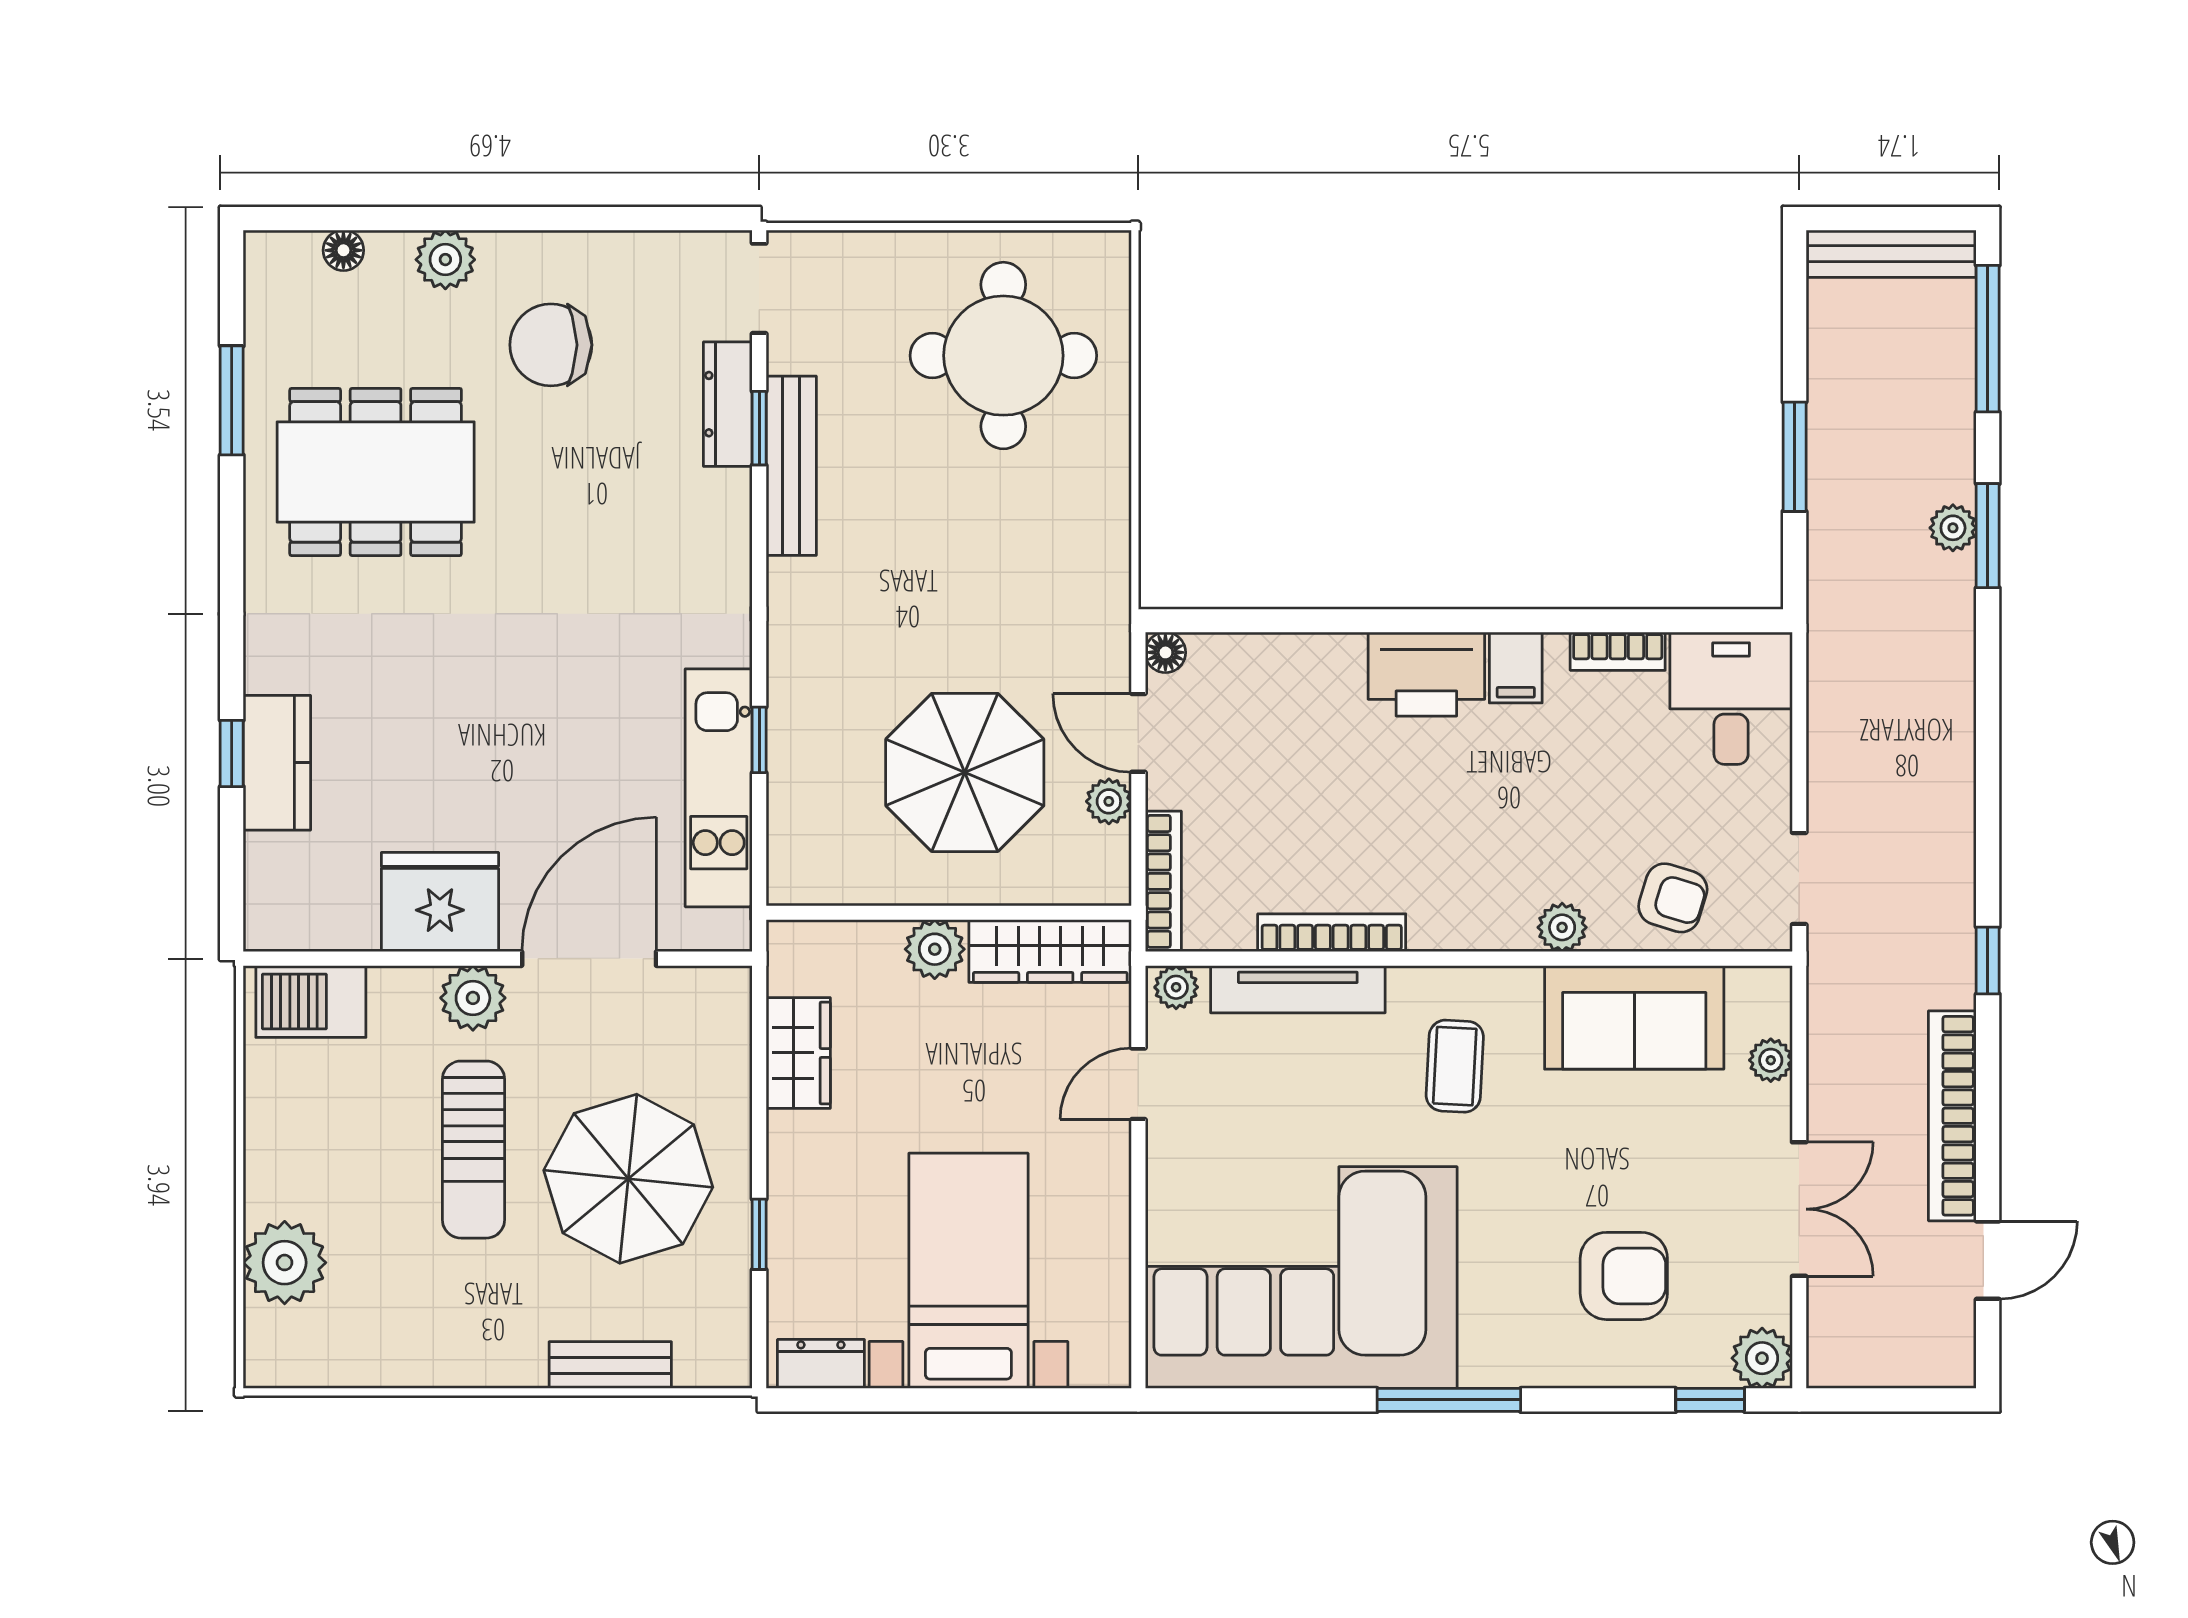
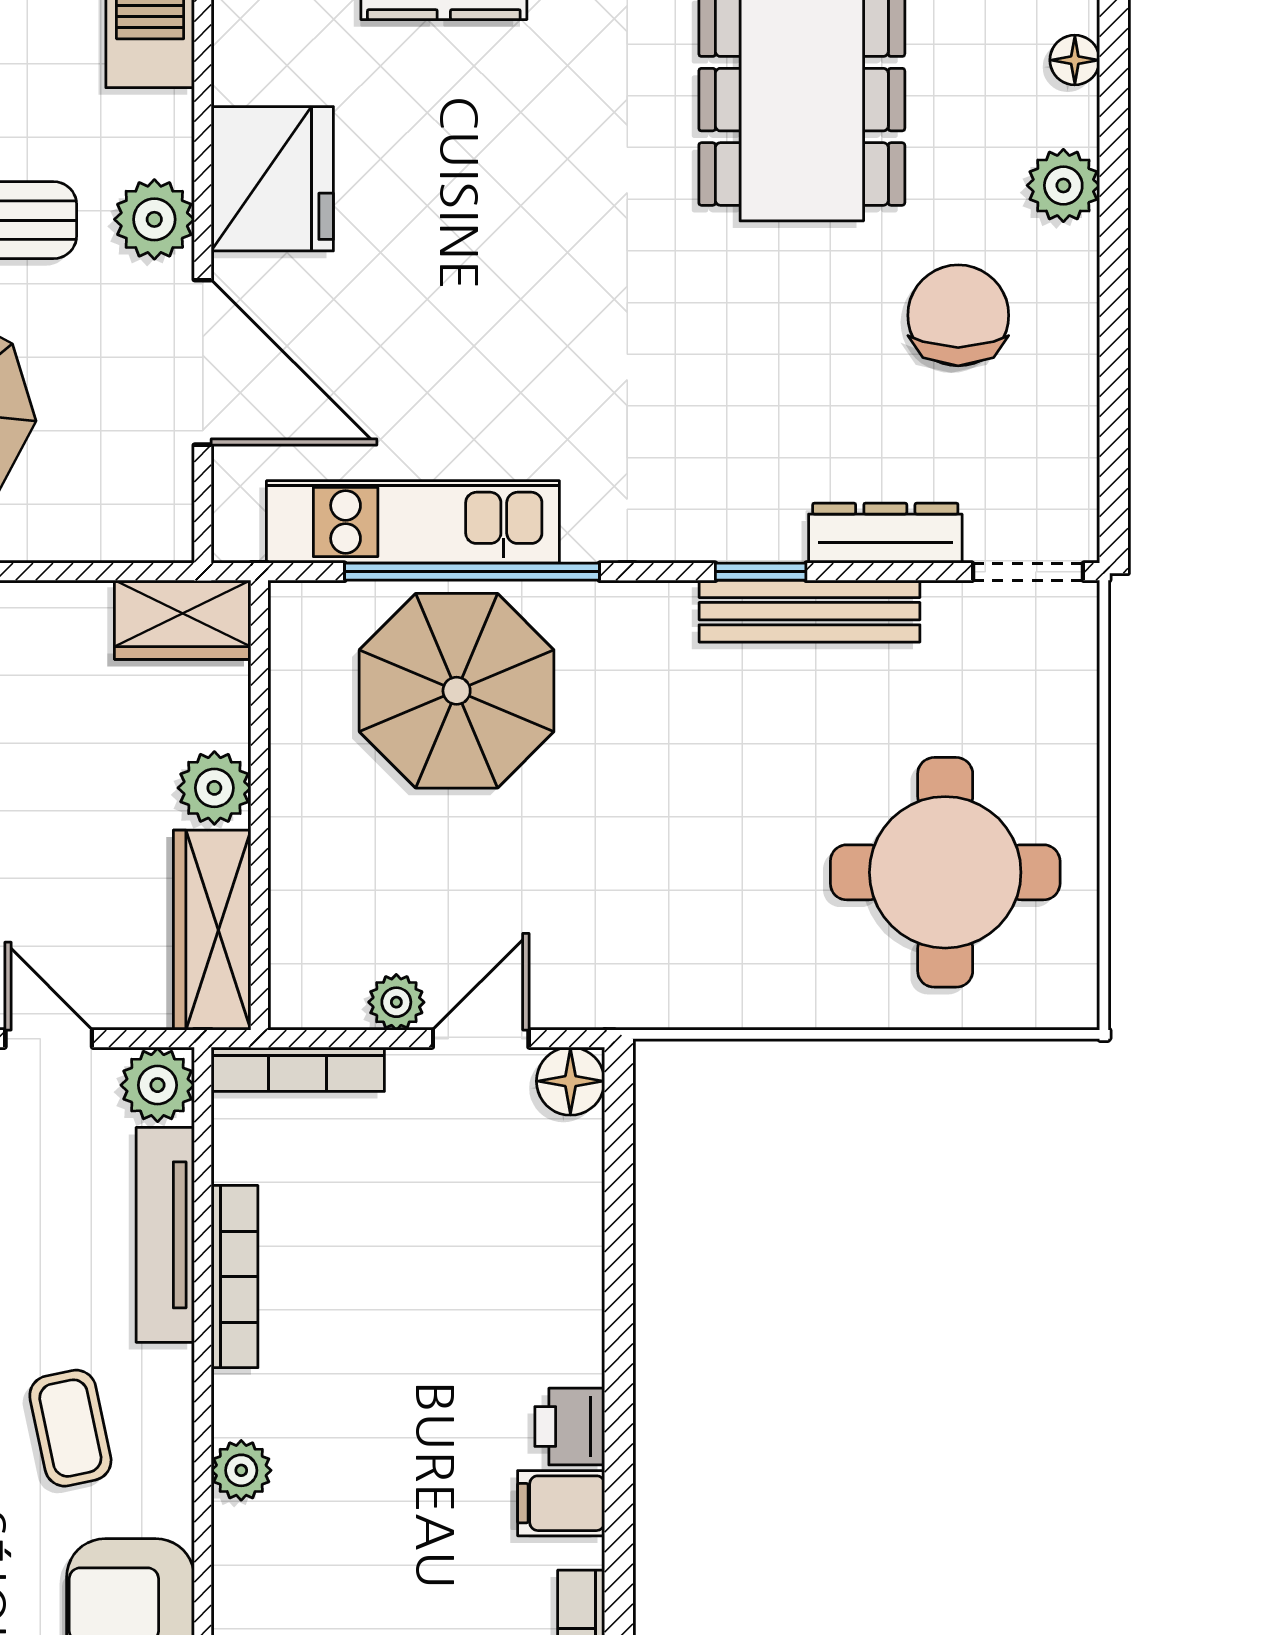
window: (759, 428) -> (761, 572), moved
floor lamp: (1165, 652) -> (570, 1081), width x1.37, depth x1.37
printer: (1426, 674) -> (570, 1427), width x0.53, depth x0.68
window: (759, 740) -> (472, 572), width x3.17
parasol: (965, 772) -> (457, 691), moved
plant: (1562, 927) -> (241, 1470), moved
plant: (1176, 987) -> (158, 1085), width x1.38, depth x1.38
wardrobe: (798, 1053) -> (183, 620), moved
coffee table: (1455, 1066) -> (70, 1428), turned 75

